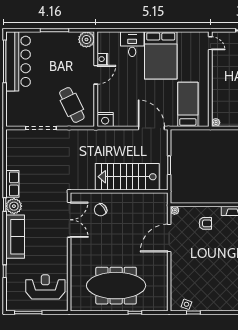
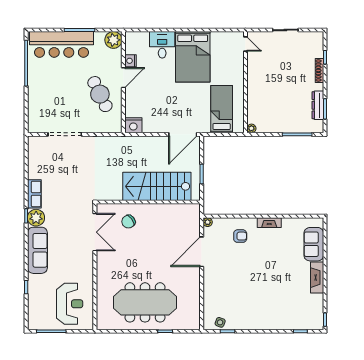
bar counter: (18, 61) -> (61, 44), moved, turned 90
cafe table: (72, 105) -> (100, 94), moved
door: (151, 128) -> (183, 134), swing flipped
reception desk: (45, 287) -> (70, 304), turned 90

